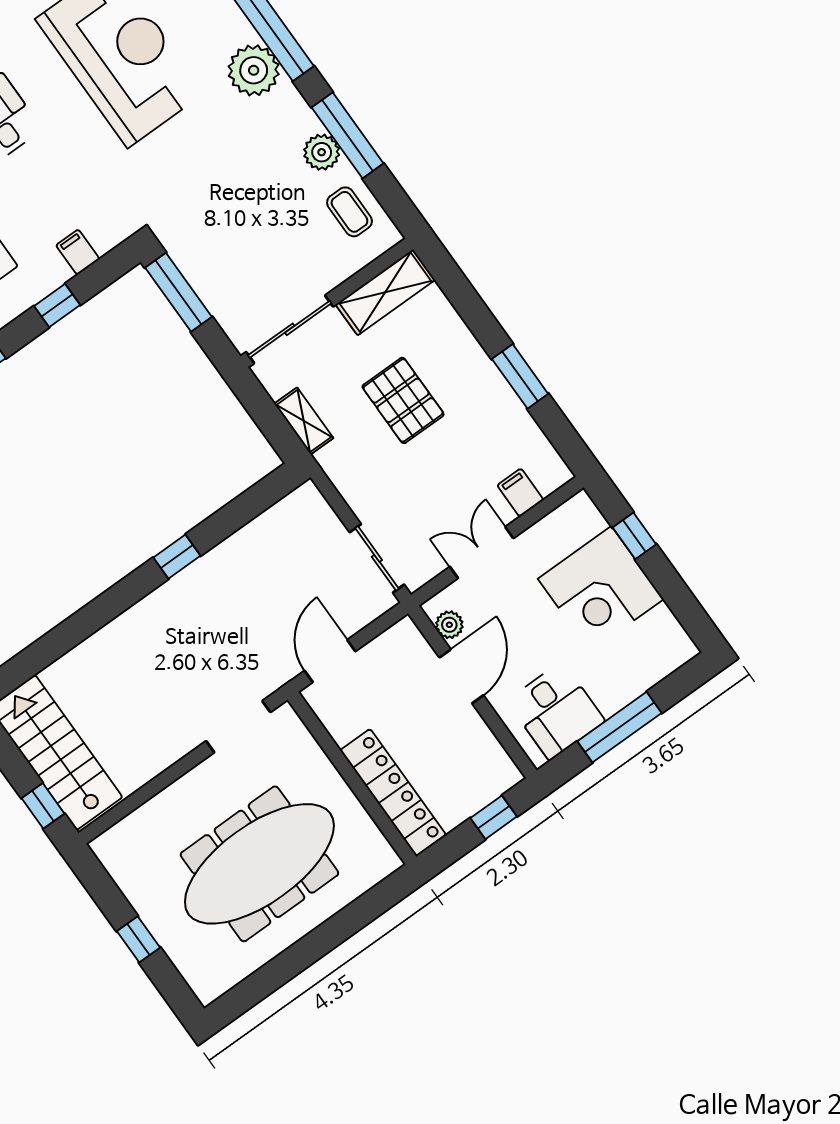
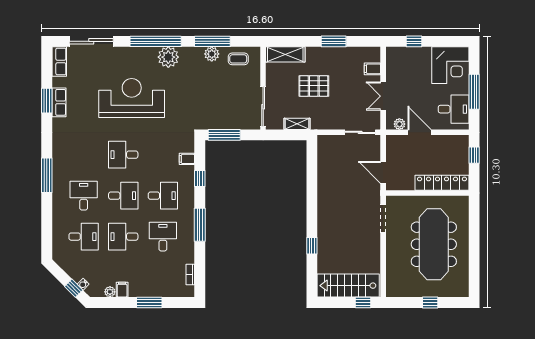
shelving: (385, 292) -> (285, 54), moved, turned 90
window: (177, 557) -> (312, 246), moved
corner desk: (601, 589) -> (450, 65), moved

